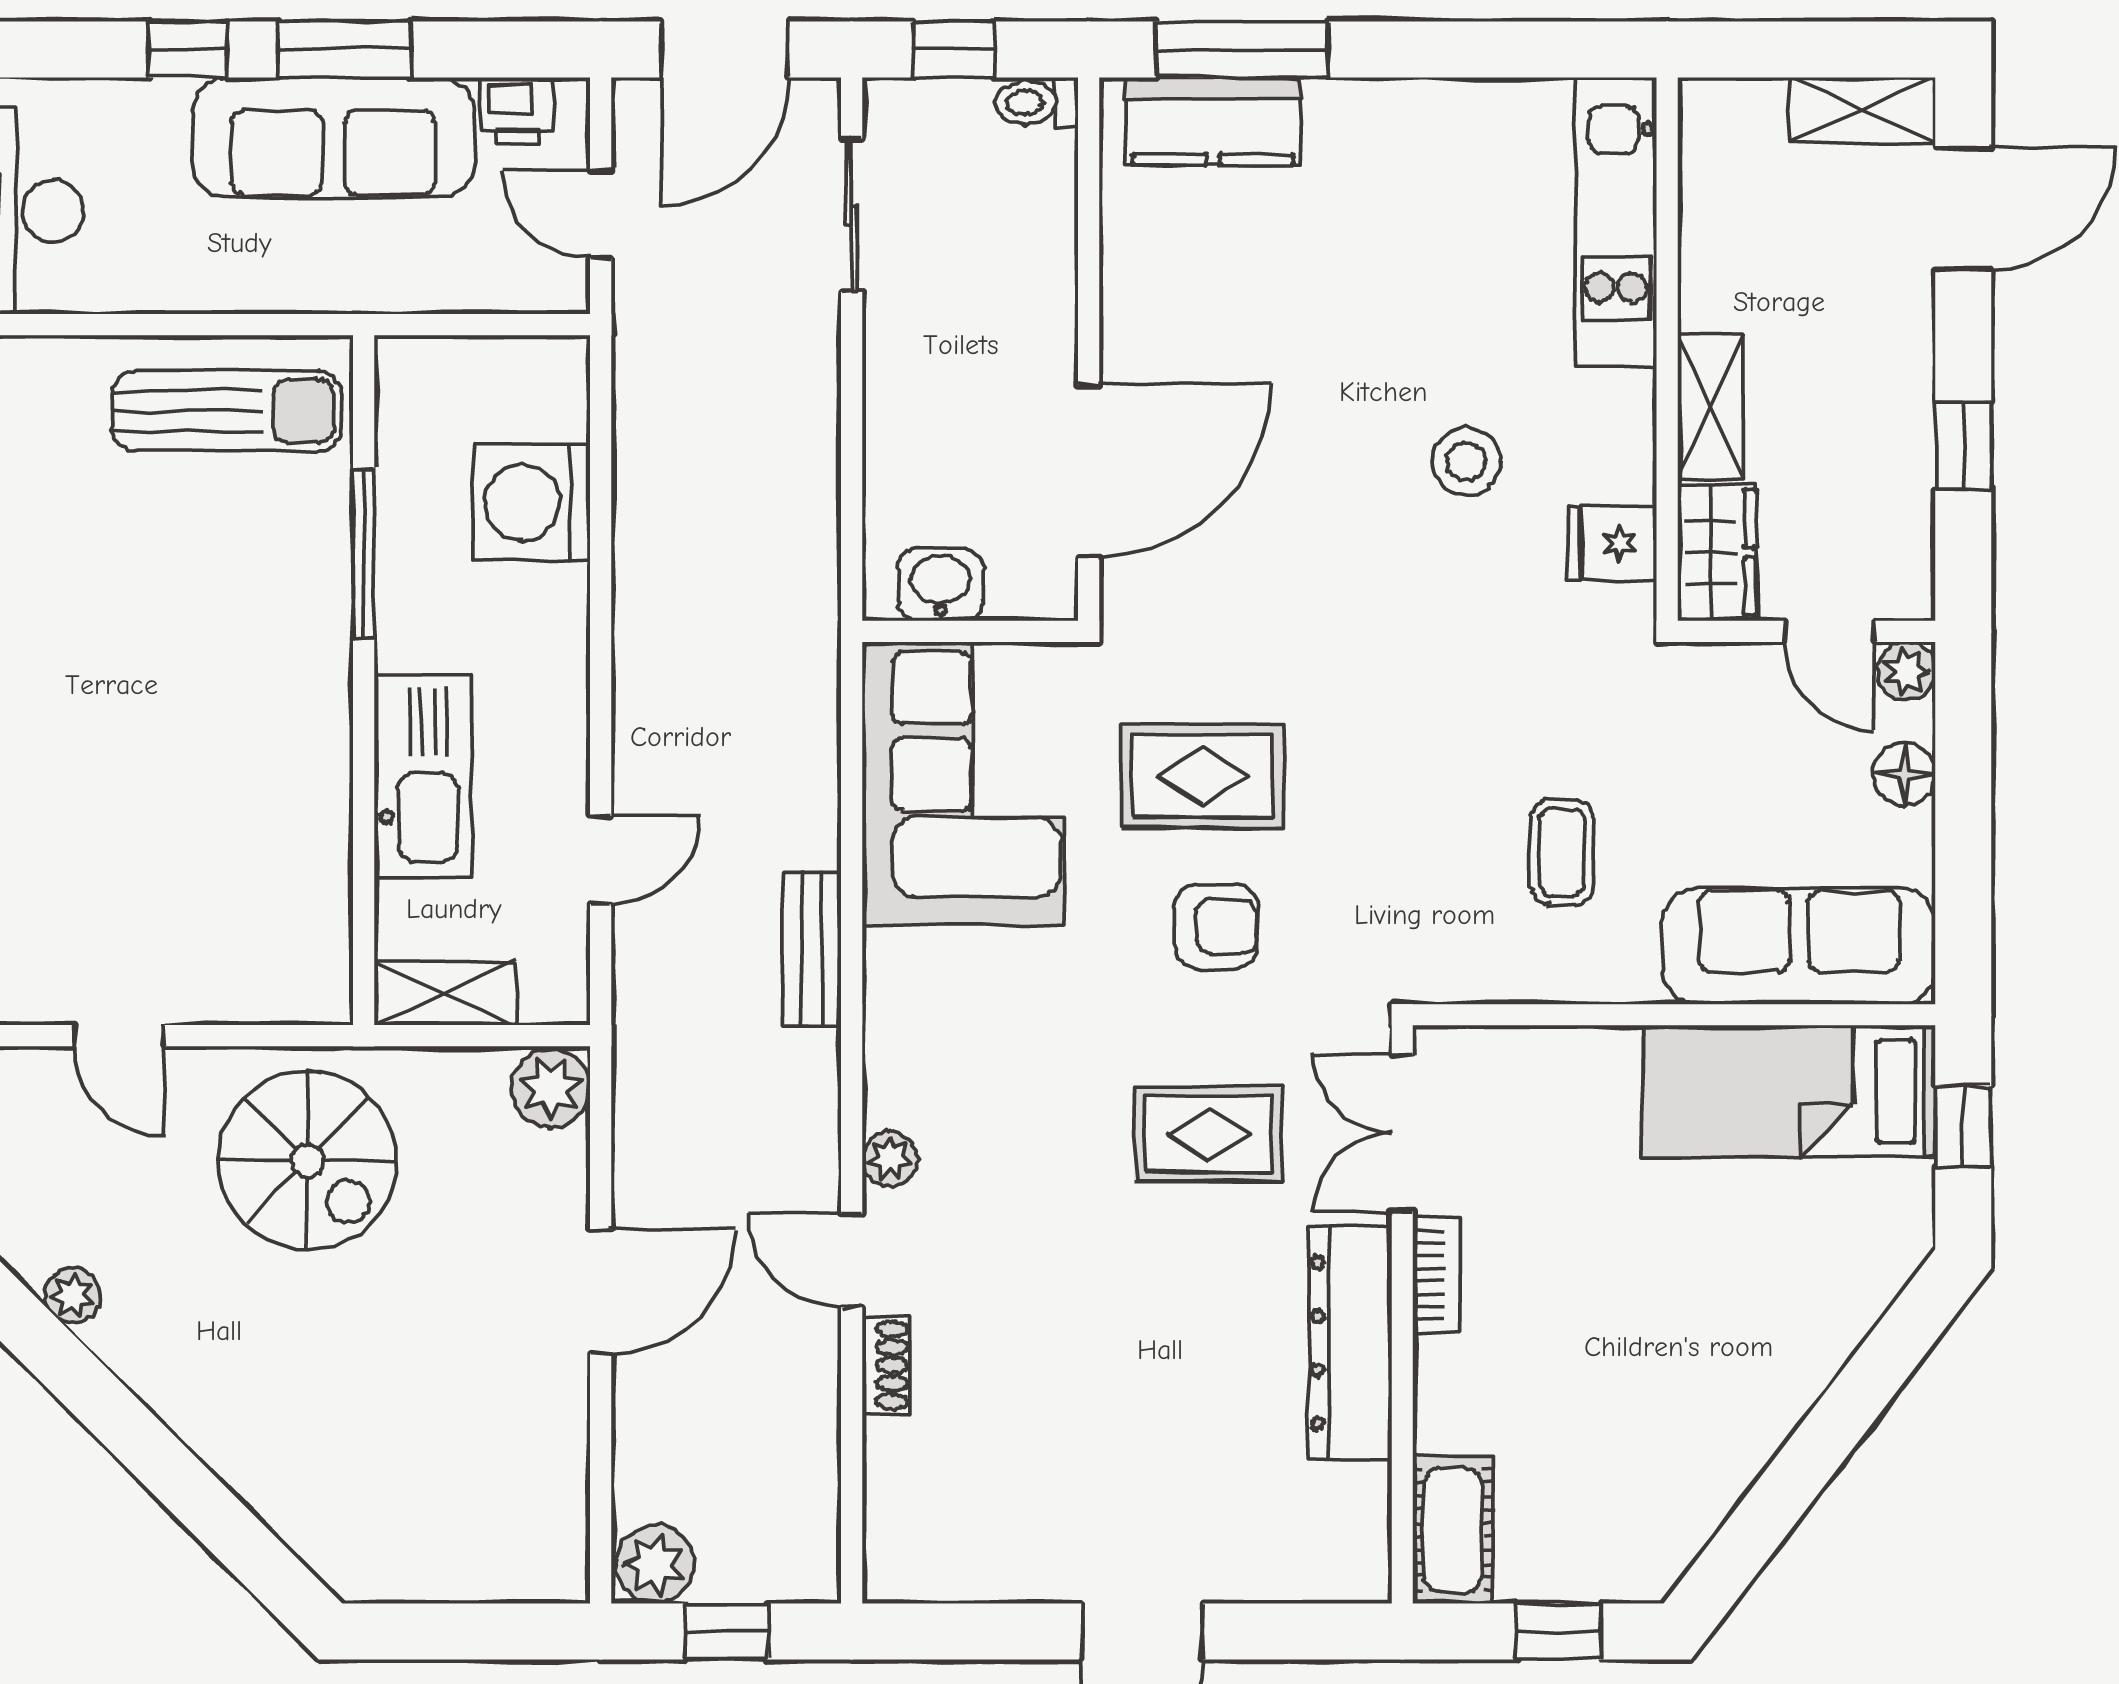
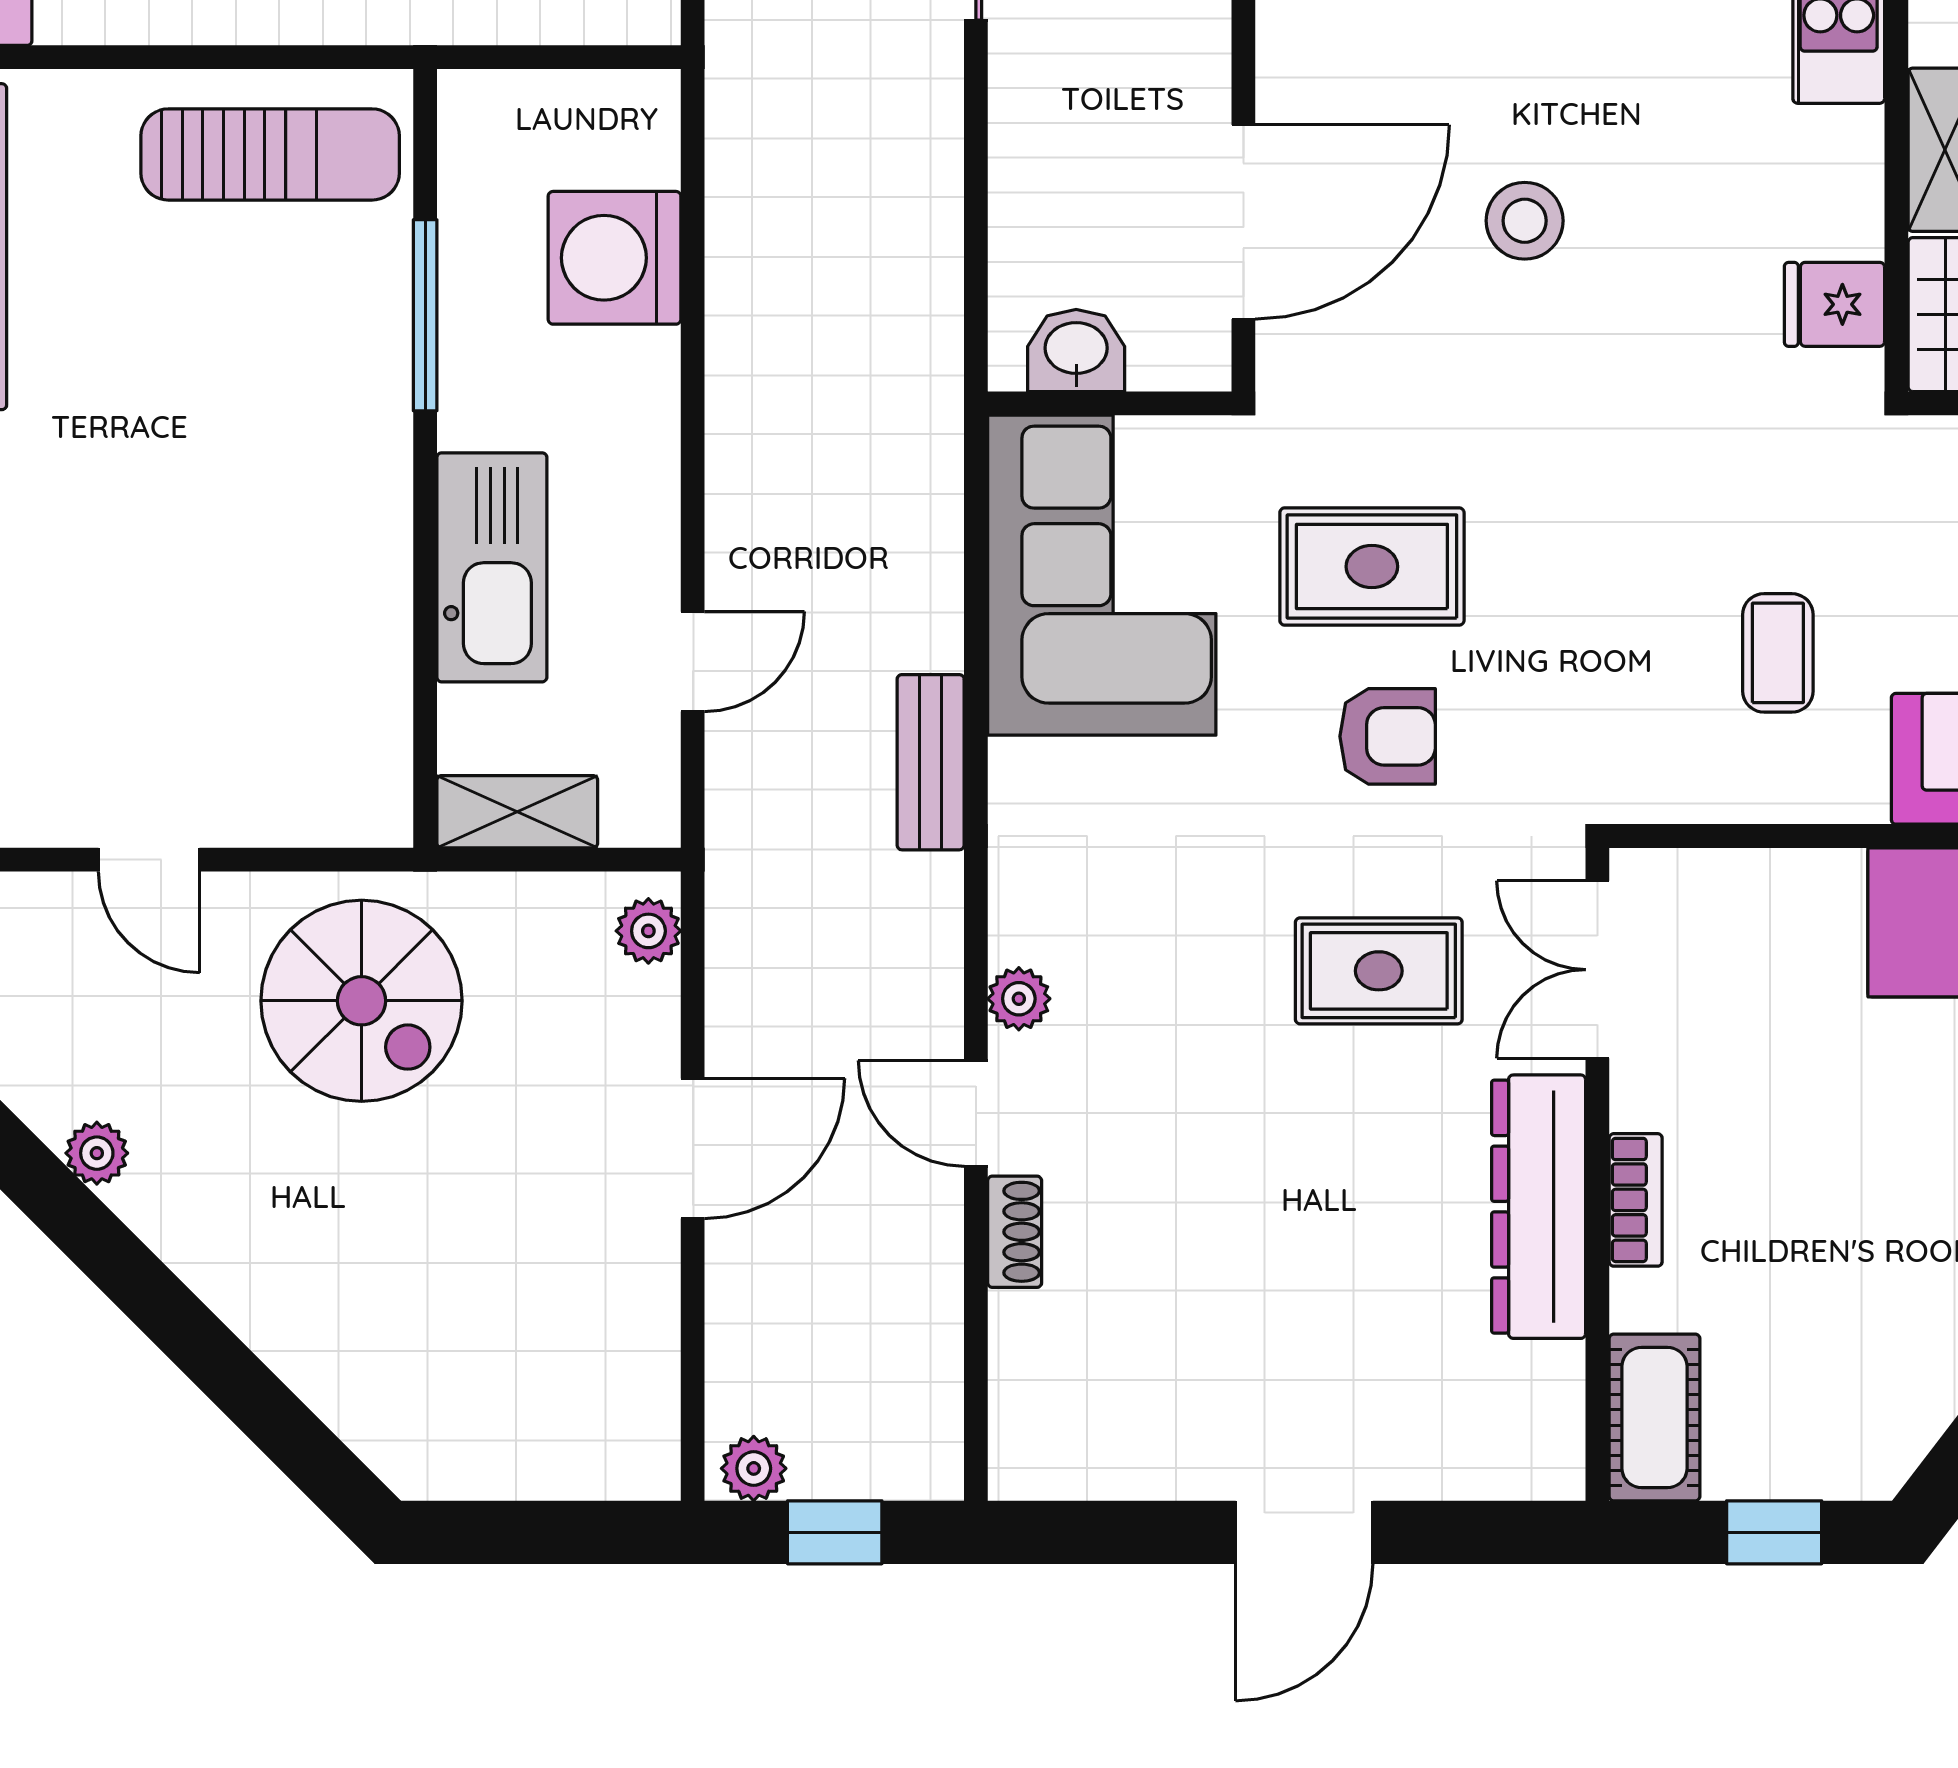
stool: (1466, 462) -> (1525, 221), moved
plant: (551, 1088) -> (648, 931), width x0.73, depth x0.73
bookcase: (1436, 1275) -> (1636, 1200), moved
plant: (655, 1564) -> (754, 1468), width x0.73, depth x0.73

